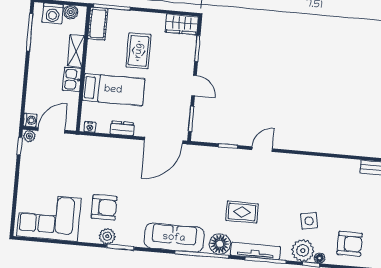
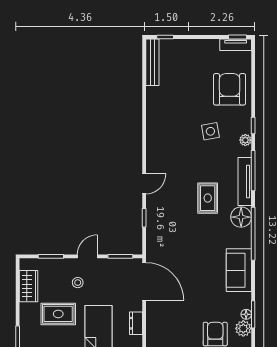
wardrobe: (182, 24) -> (28, 286), moved
stool: (168, 73) -> (78, 283), added
door: (262, 149) -> (144, 184), swing flipped
sofa: (174, 238) -> (239, 270), width x0.73
armchair: (350, 244) -> (230, 89), width x1.36, depth x1.36
plant: (303, 251) -> (245, 140), width x0.53, depth x0.53
floor lamp: (320, 258) -> (246, 314), moved

